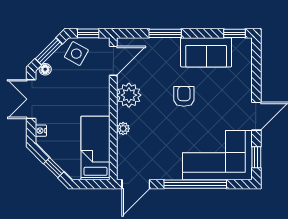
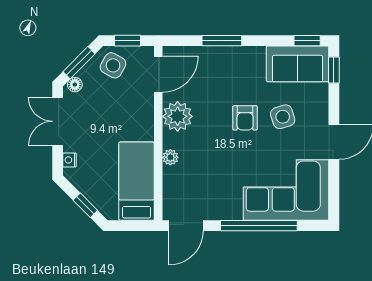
sofa: (206, 52) -> (298, 64), moved
side table: (215, 95) -> (283, 117), added
armchair: (184, 96) -> (245, 118), turned 180
window: (256, 157) -> (334, 70), moved

